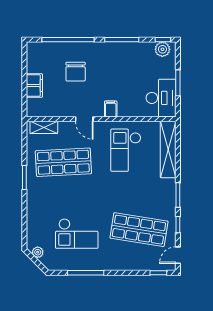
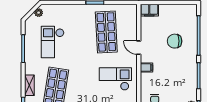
filing cabinet: (34, 86) -> (149, 10), moved
door: (84, 119) -> (139, 48), hinge flipped
shelving: (44, 127) -> (29, 85), moved

